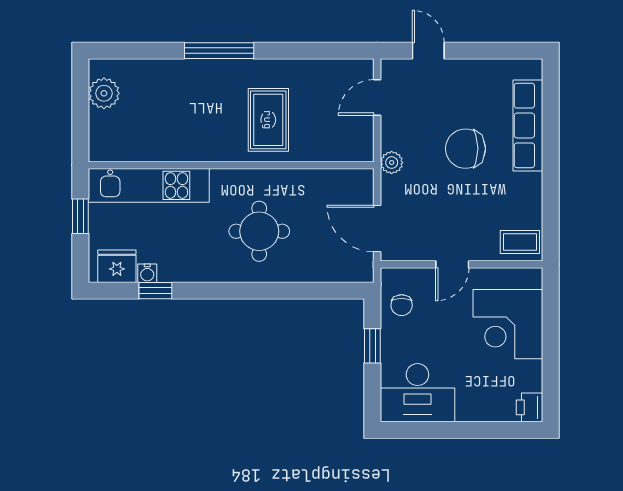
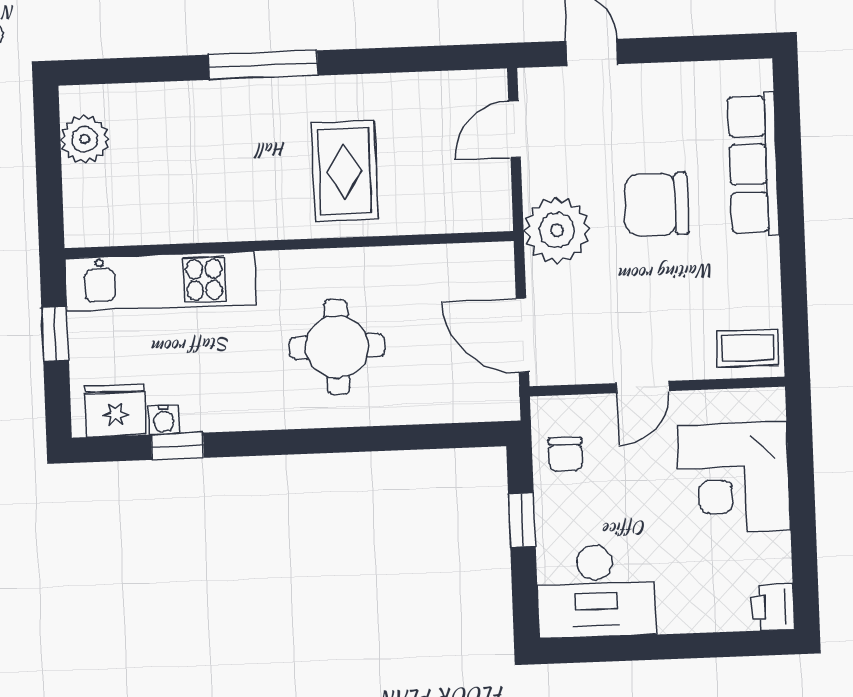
plant: (392, 163) -> (557, 230), width x1.87, depth x1.87

